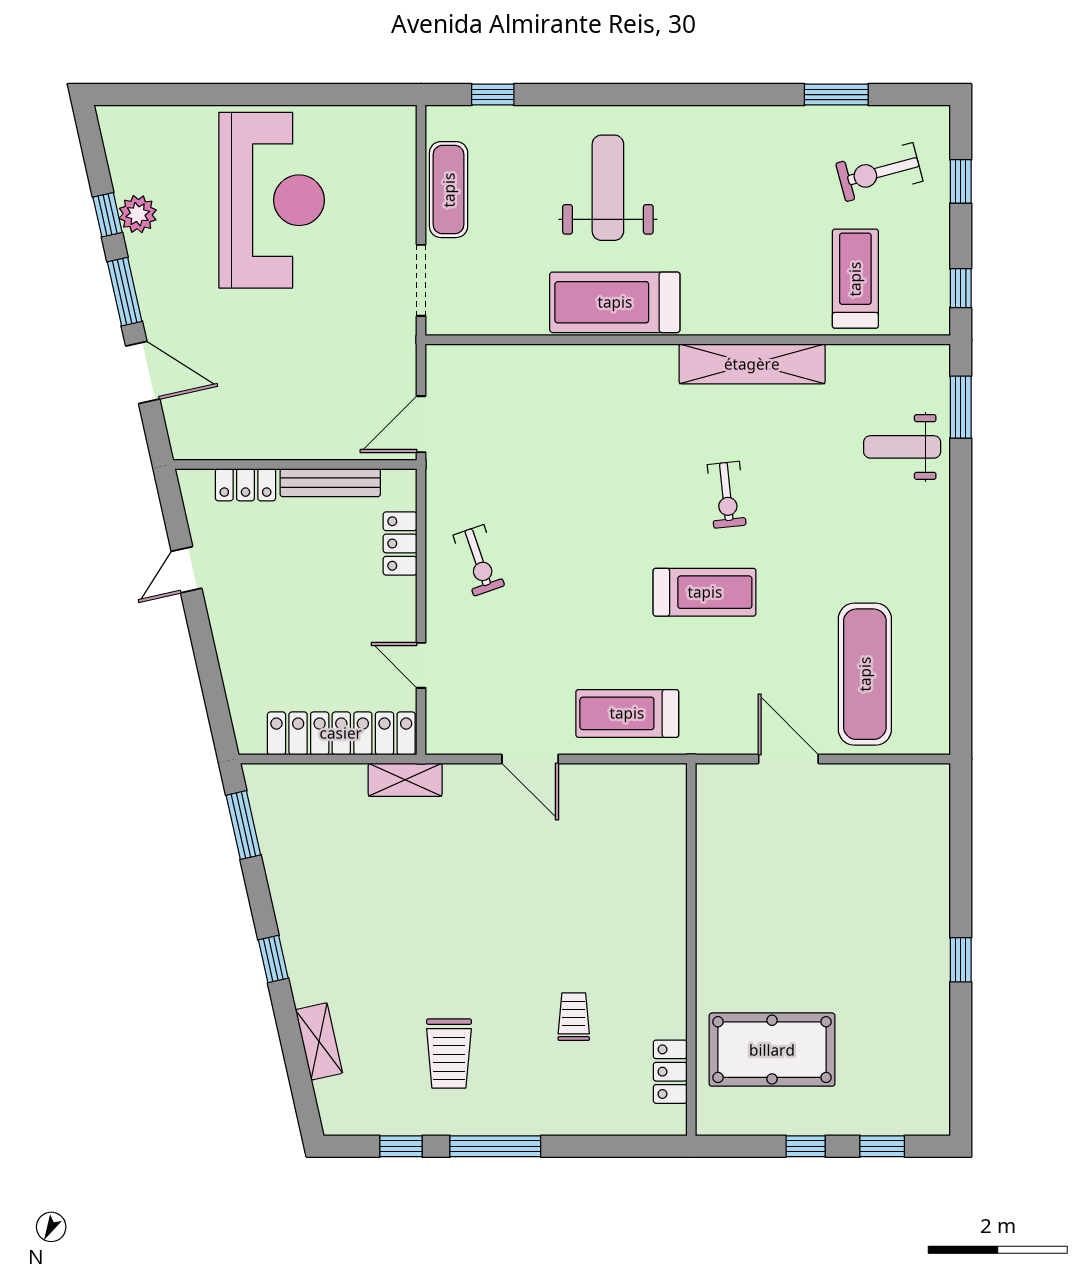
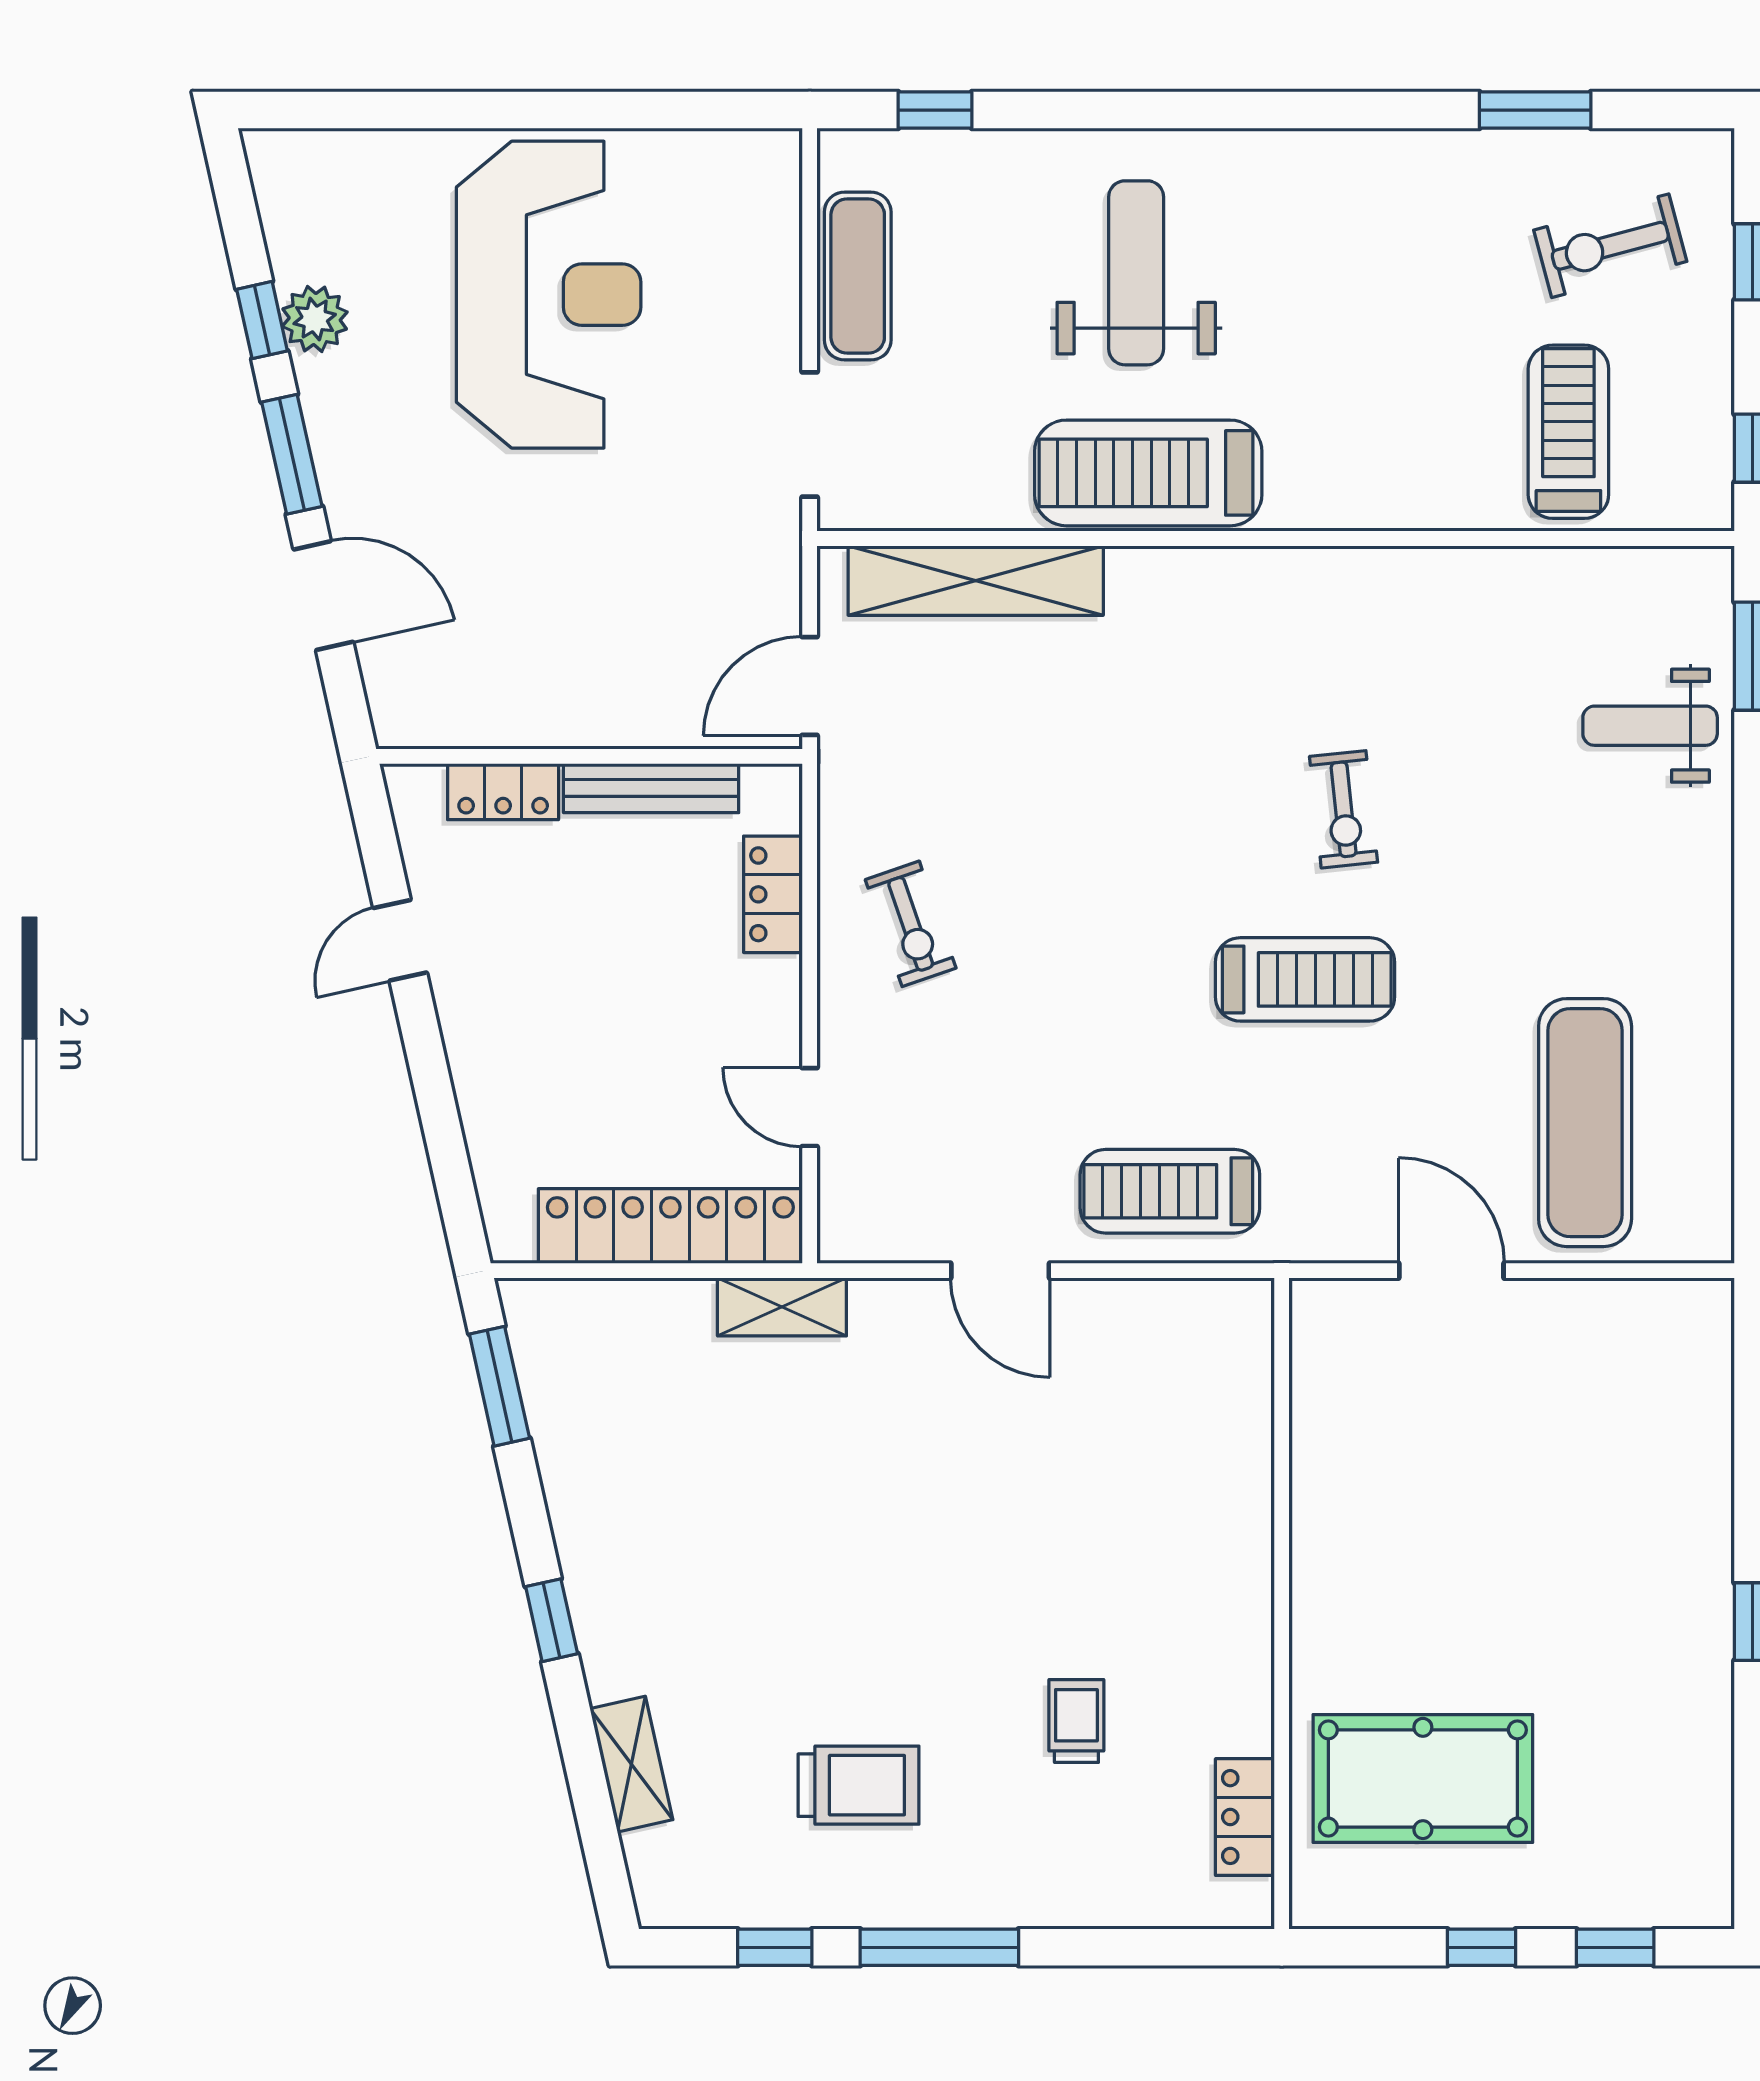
shelving: (752, 364) -> (976, 581), moved
trolley: (449, 1053) -> (858, 1785), turned -90

